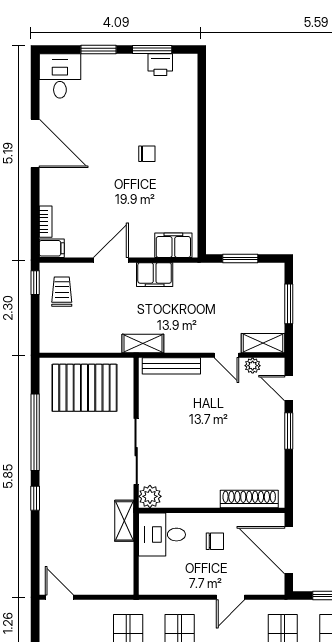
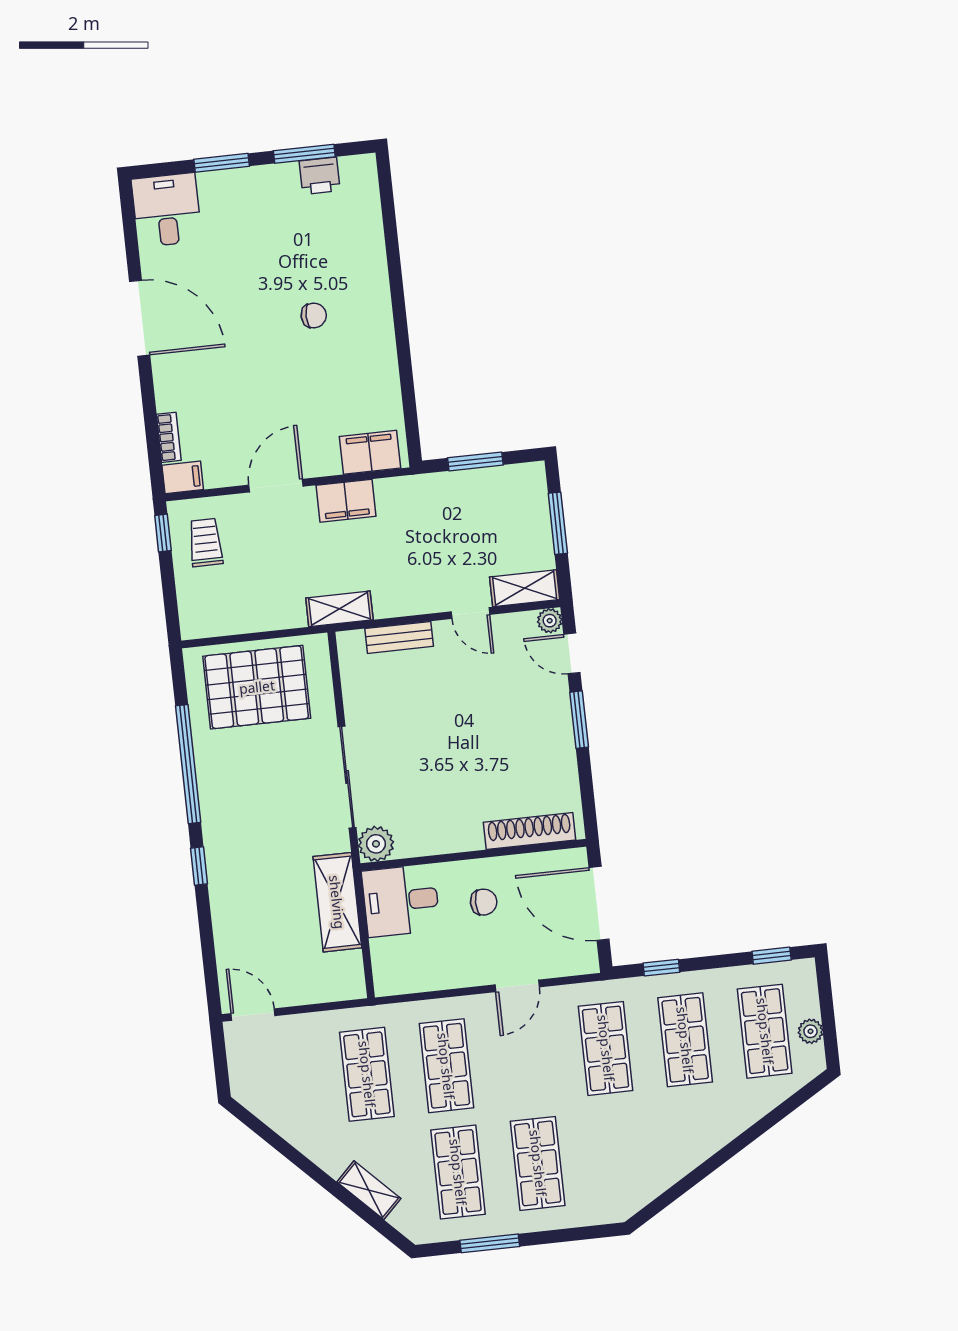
bench: (171, 366) -> (399, 637), width x0.73
plant: (253, 366) -> (550, 621), moved
shelving: (124, 521) -> (337, 902), width x1.50, depth x1.33

